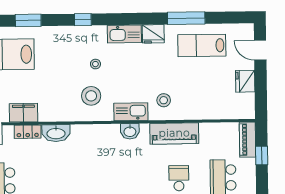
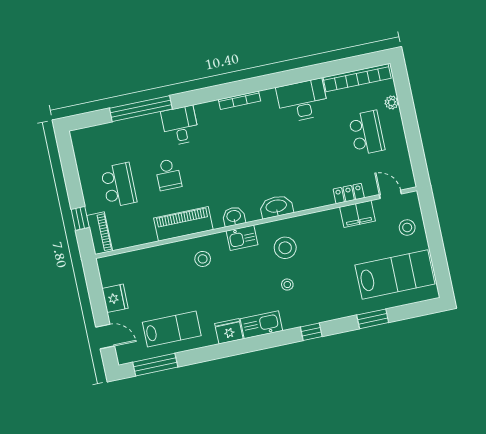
window: (186, 18) -> (155, 365), moved
kitchen sink: (131, 112) -> (242, 238), width x0.73
washbasin: (56, 133) -> (276, 207), moved

